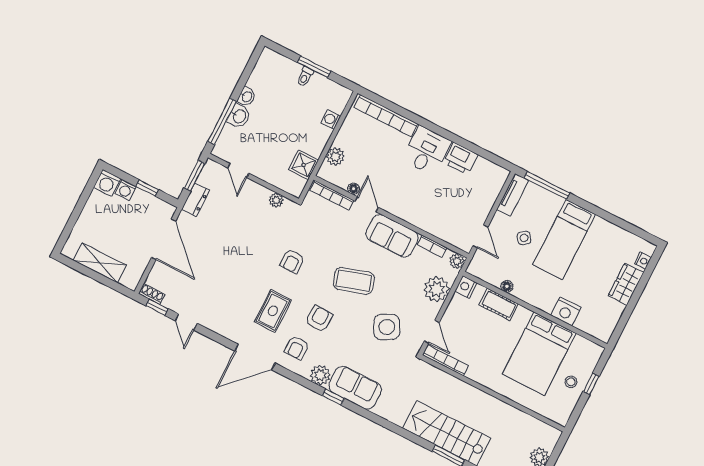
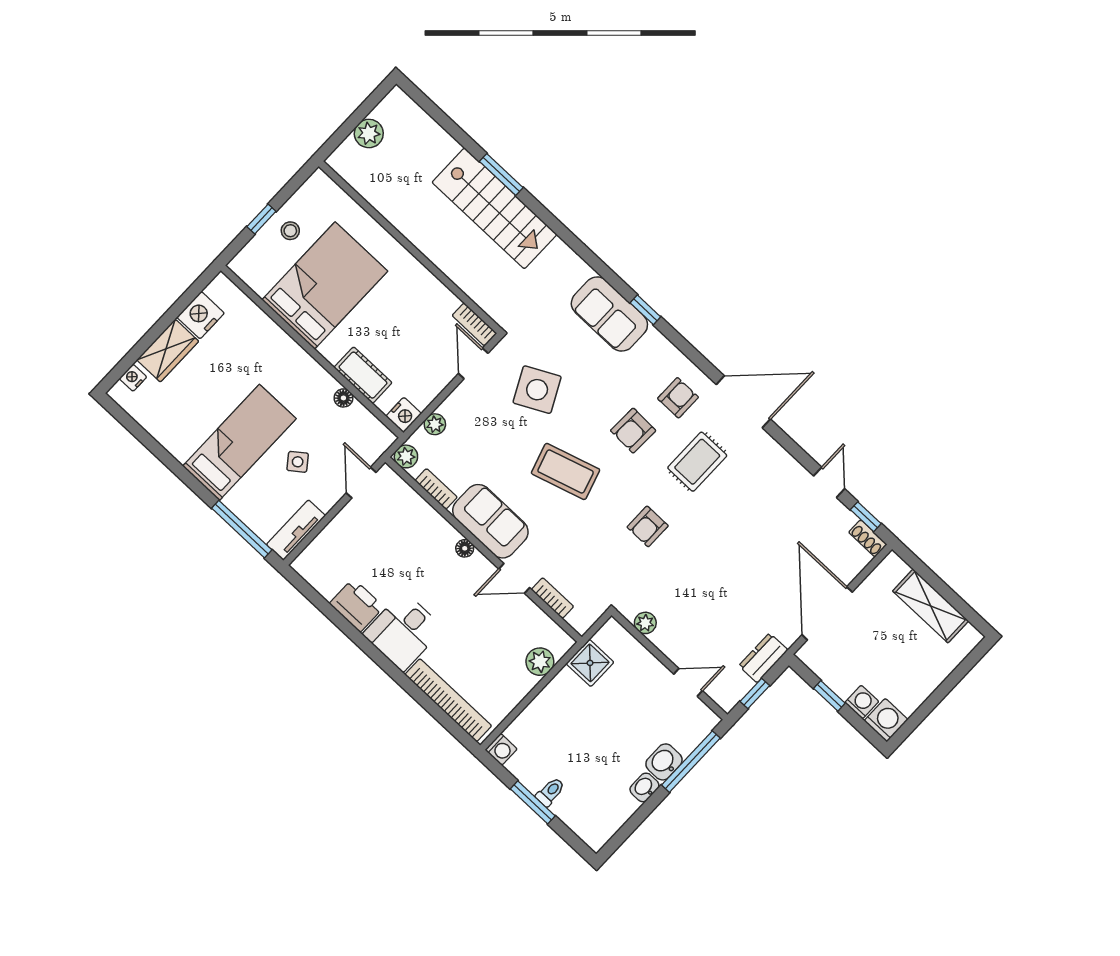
washing machine: (331, 120) -> (501, 749), moved
door: (238, 171) -> (688, 682), hinge flipped
window: (194, 176) -> (755, 693), width x0.67
floor lamp: (354, 189) -> (465, 548), moved
bookcase: (332, 195) -> (552, 598), width x0.64
door: (367, 204) -> (514, 578), hinge flipped
armchair: (292, 261) -> (648, 526), turned 180
plant: (437, 289) -> (435, 424), width x0.53, depth x0.53
nightstand: (566, 311) -> (201, 315), moved, turned -90
bookcase: (445, 360) -> (474, 324), width x0.64
plant: (320, 375) -> (655, 347), removed

